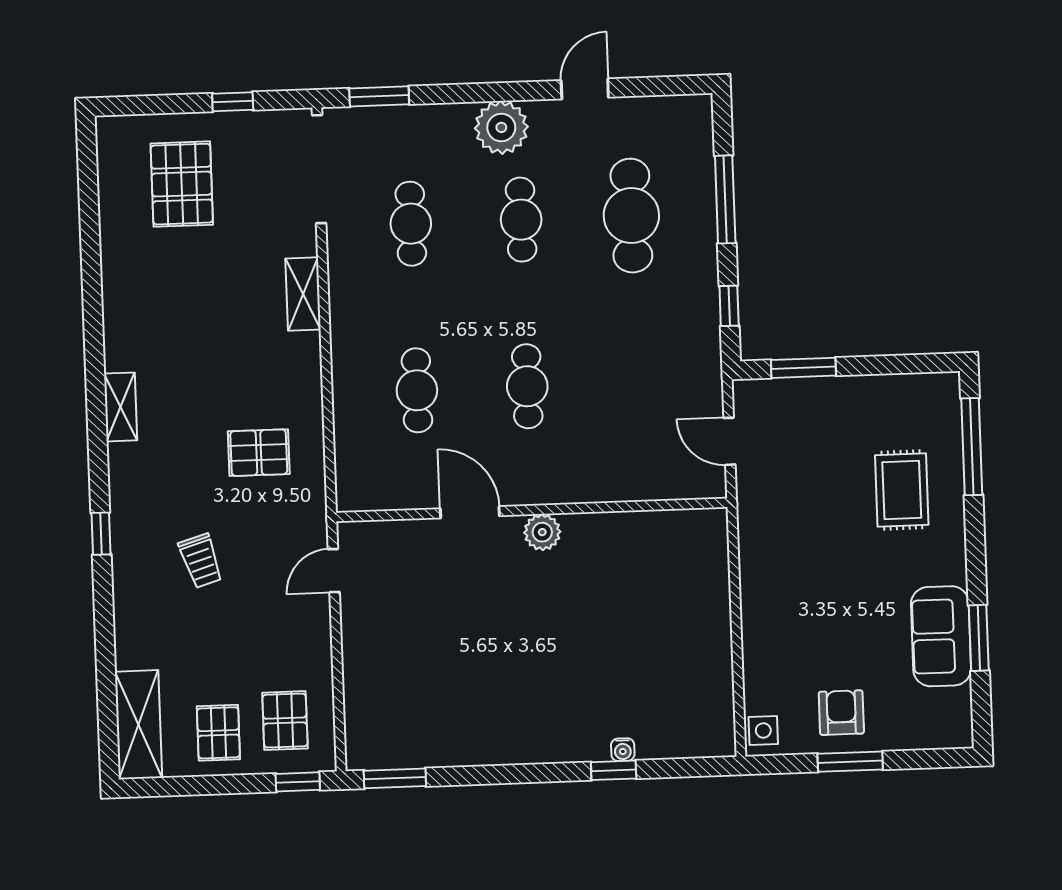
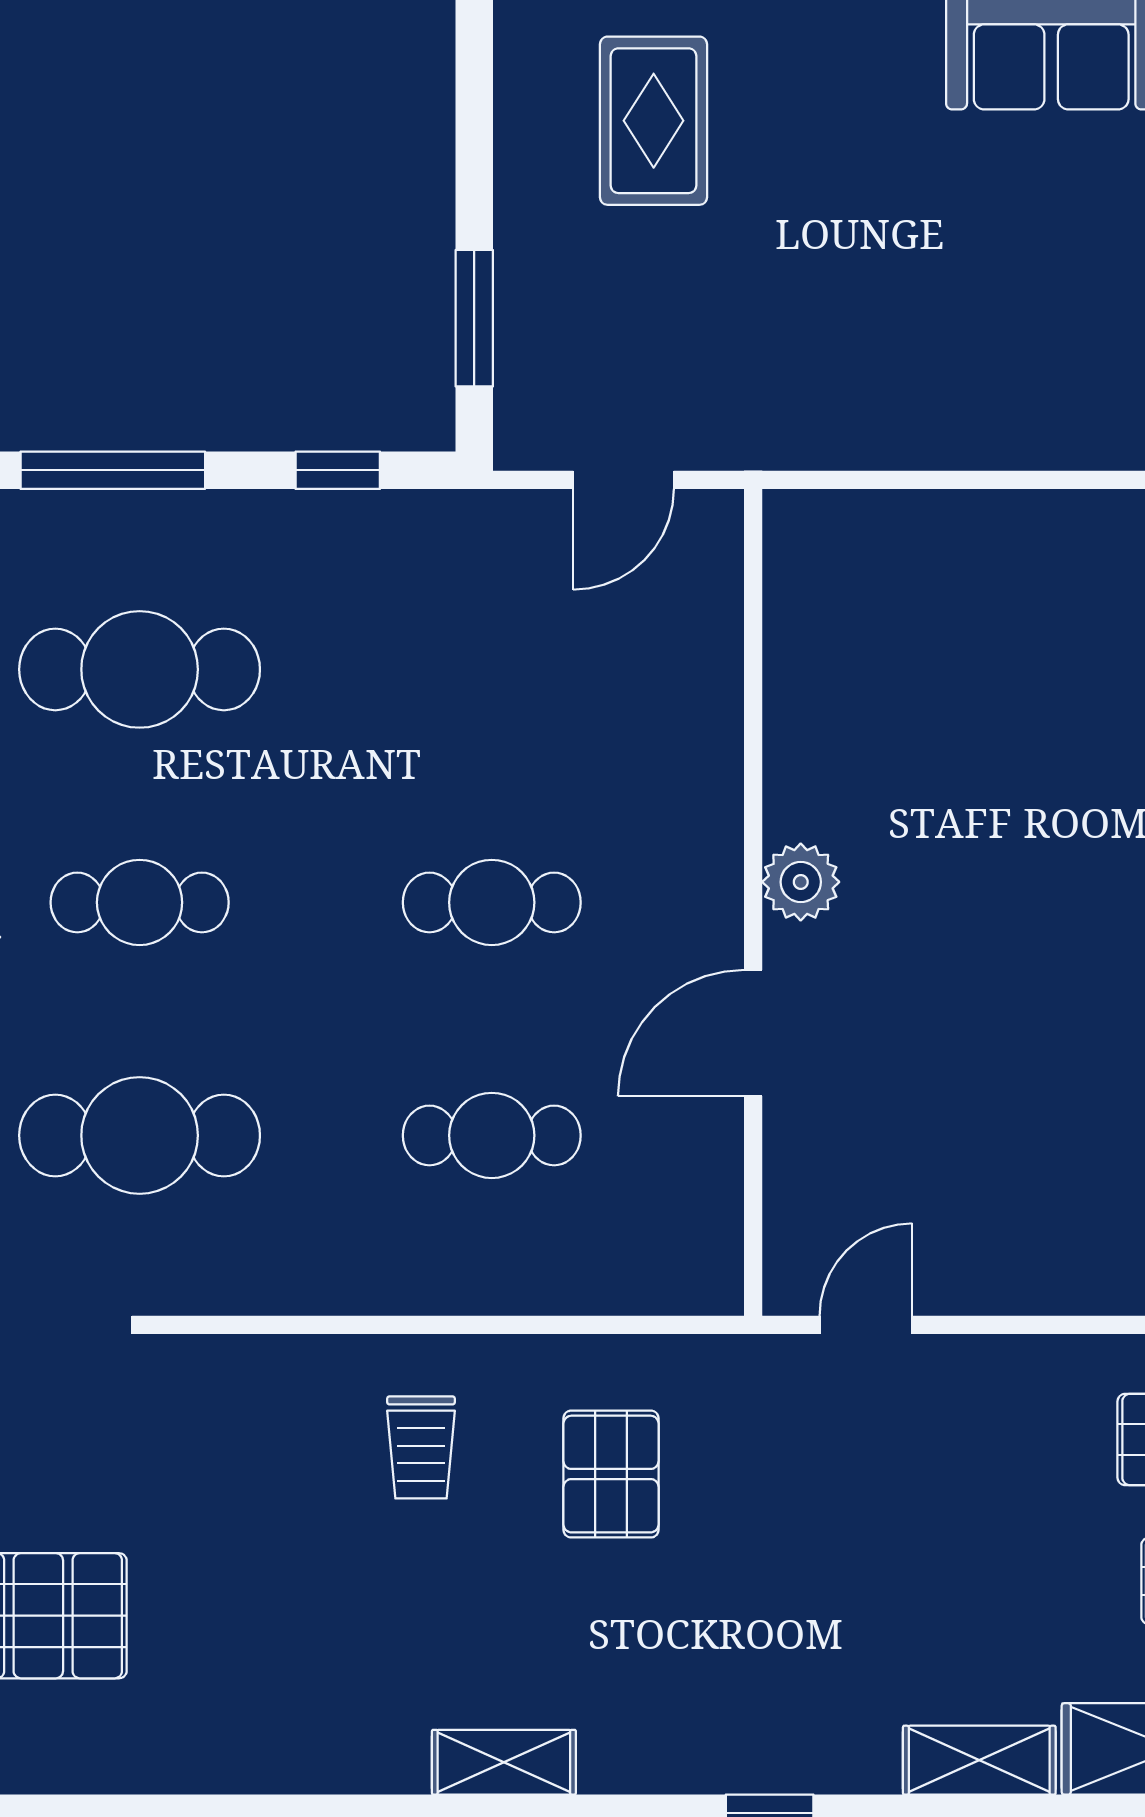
cafe table: (411, 224) -> (140, 1135), width x1.37, depth x1.35
shelving: (303, 294) -> (979, 1760), moved
rug: (902, 490) -> (654, 121), moved, turned 90
trolley: (201, 561) -> (421, 1447), moved, turned 107
door: (334, 571) -> (866, 1325), swing flipped

